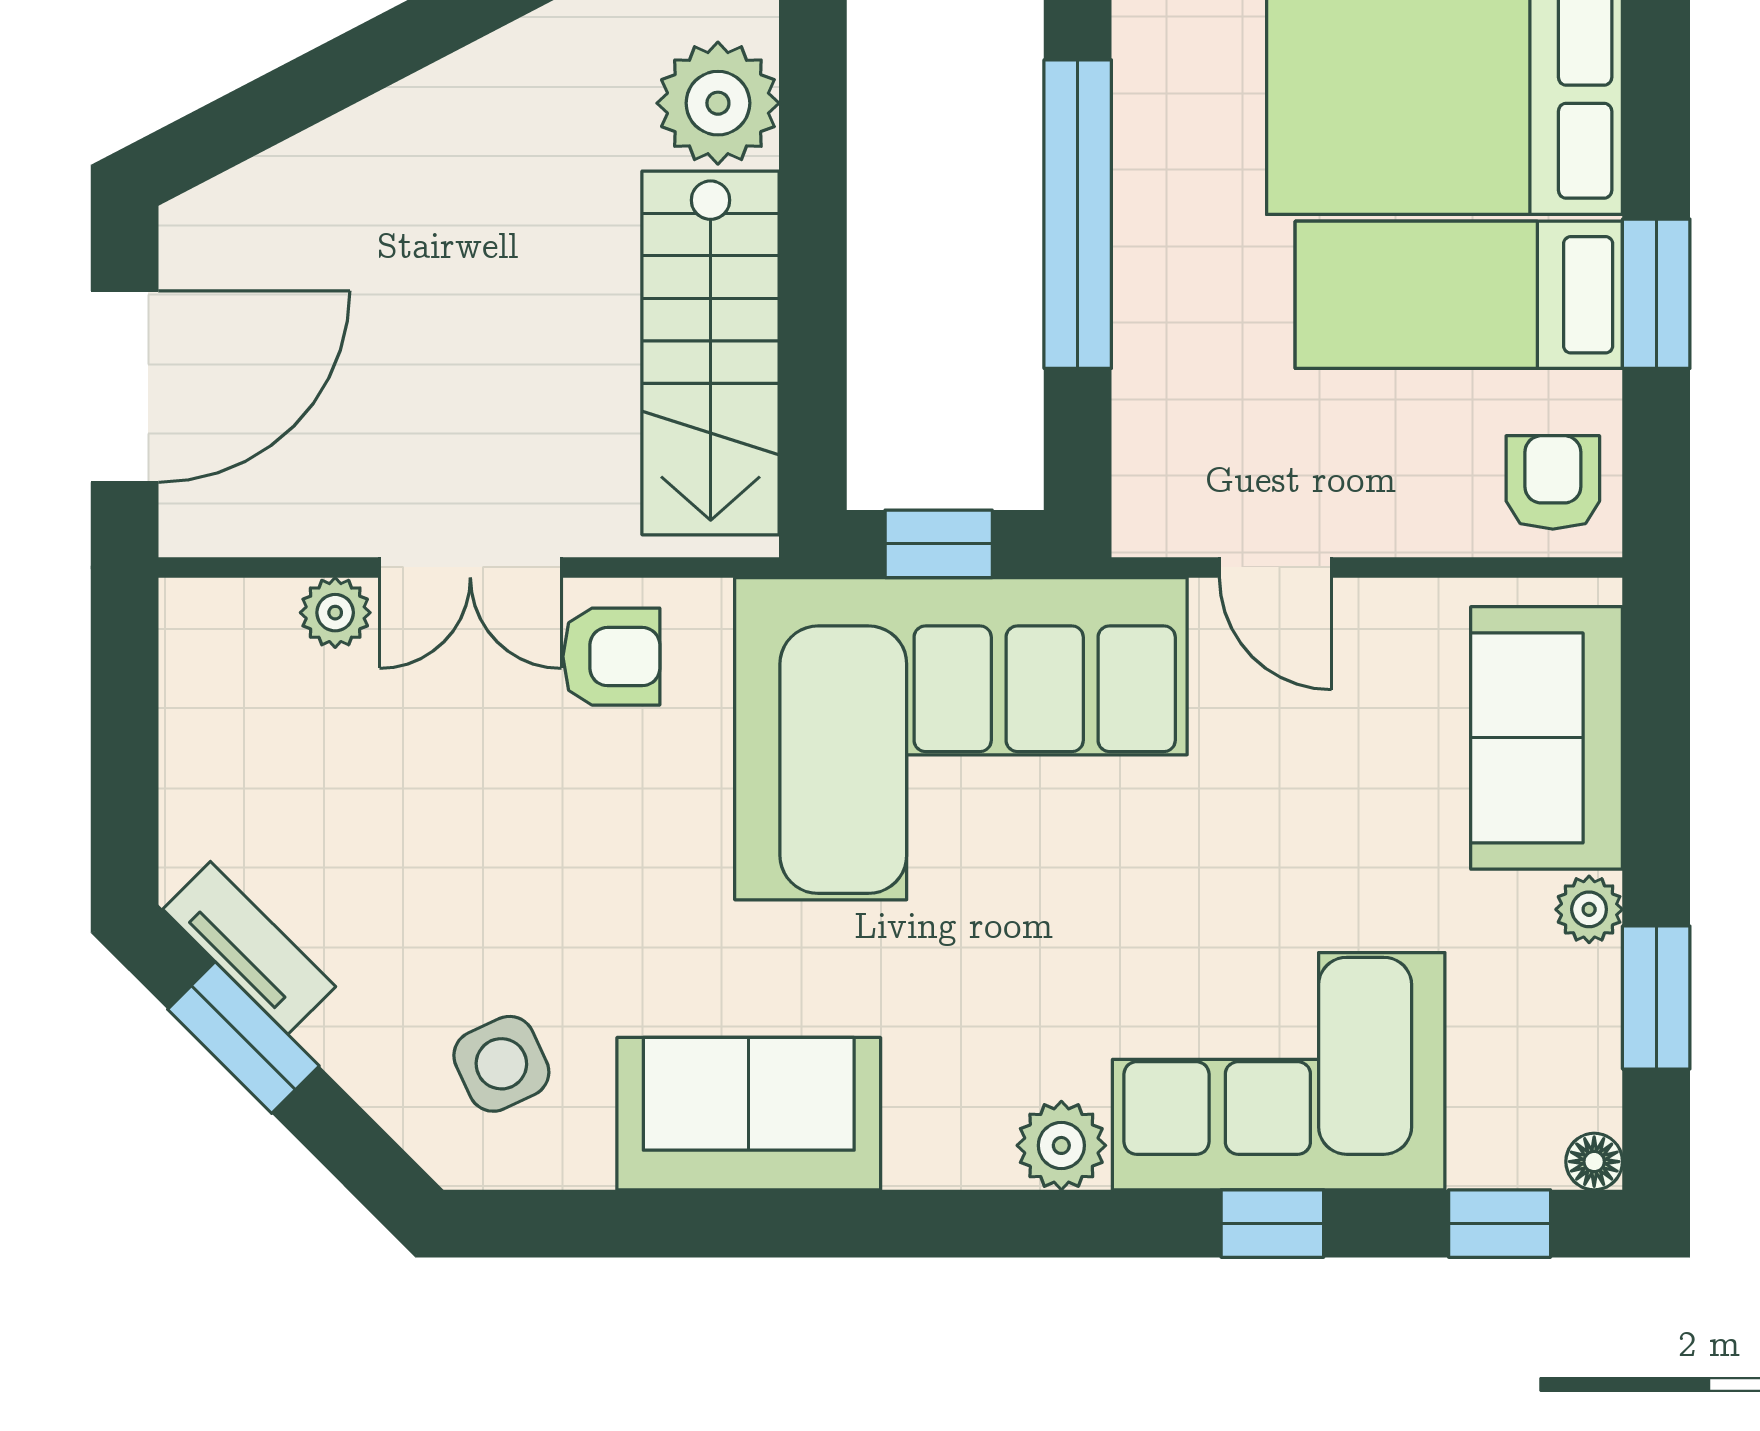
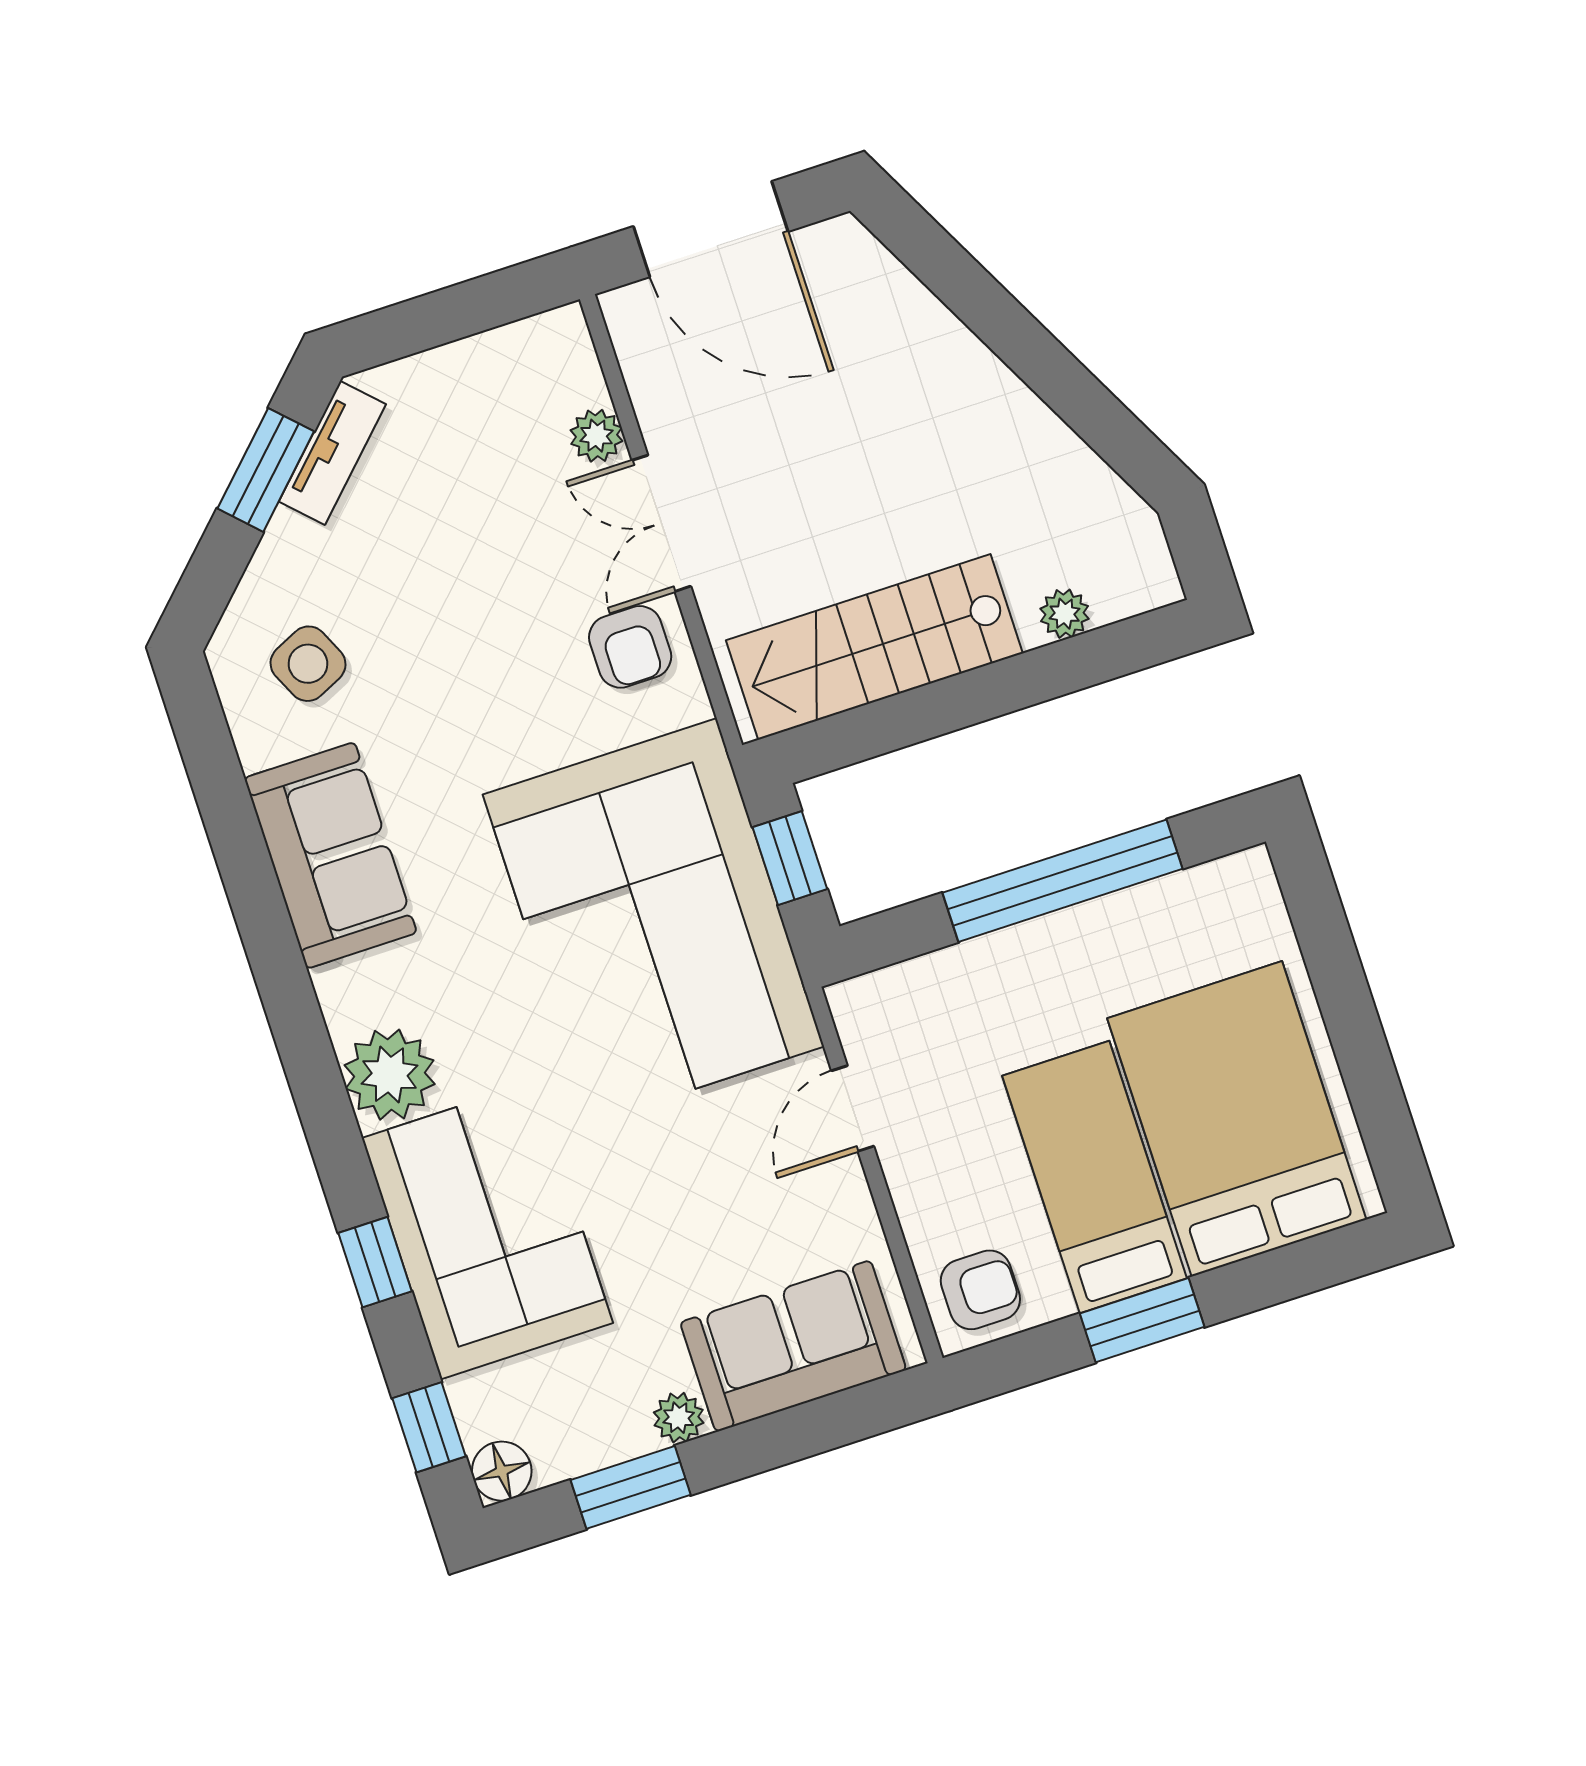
plant: (718, 103) -> (1065, 614), width x0.53, depth x0.53
plant: (1061, 1145) -> (390, 1075), width x1.36, depth x1.36
floor lamp: (1594, 1162) -> (502, 1471), width x1.37, depth x1.37

